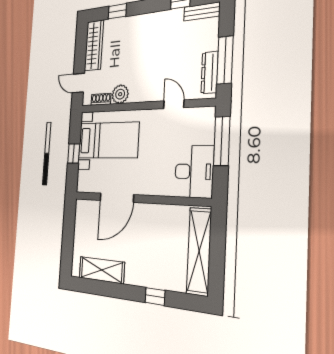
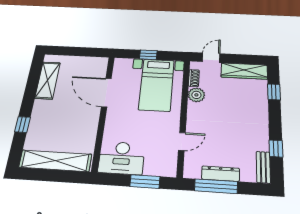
dresser: (210, 72) -> (221, 174), moved
window: (222, 141) -> (145, 182), width x0.69

